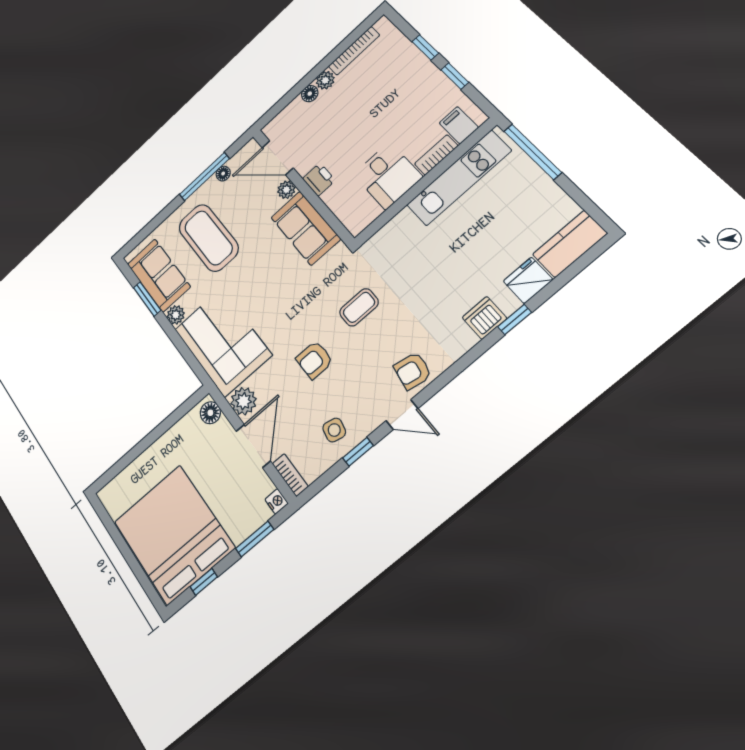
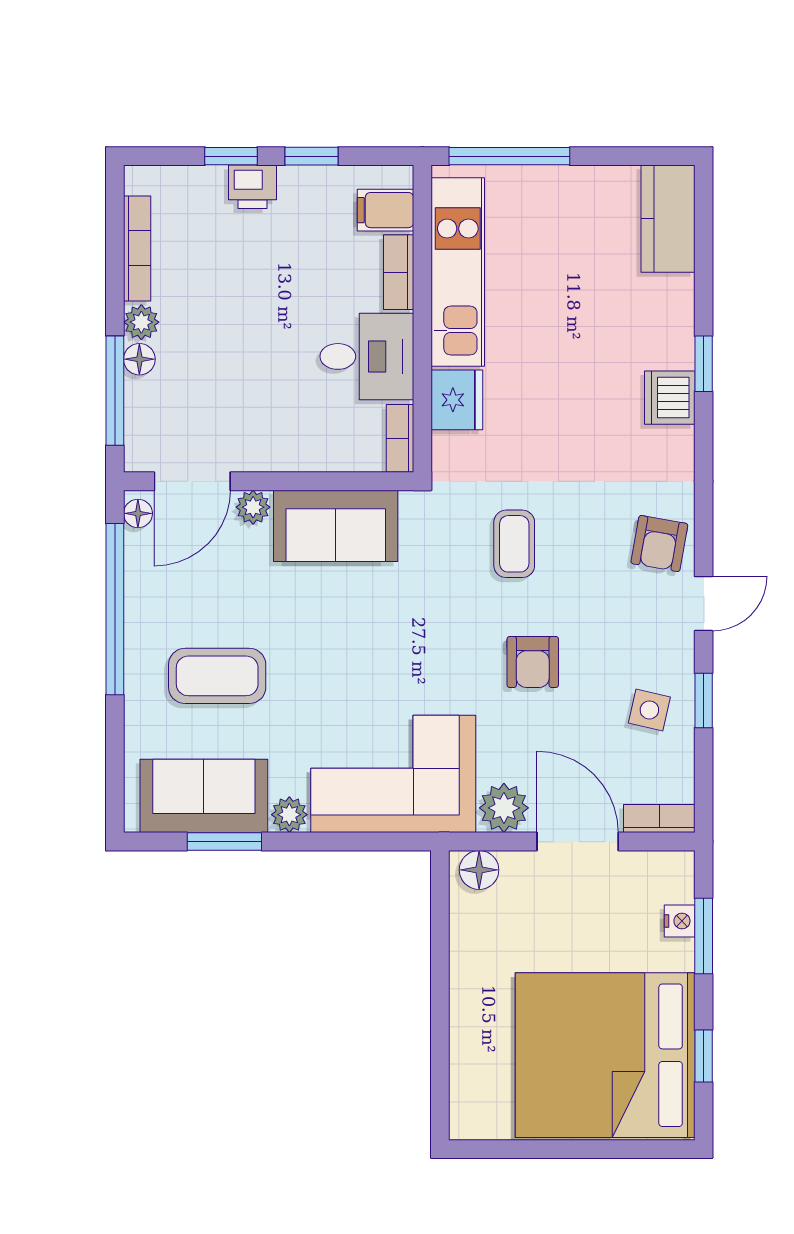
window: (289, 97) -> (115, 391), added
floor lamp: (223, 174) -> (138, 513), moved
window: (204, 177) -> (115, 609), width x1.46
printer: (319, 179) -> (252, 187), moved, turned 180
bookcase: (364, 220) -> (400, 438), added
coffee table: (208, 238) -> (217, 676), width x0.73, depth x0.76
fridge: (528, 280) -> (457, 400), moved, turned 180
nightstand: (277, 501) -> (680, 921), moved, turned 90

